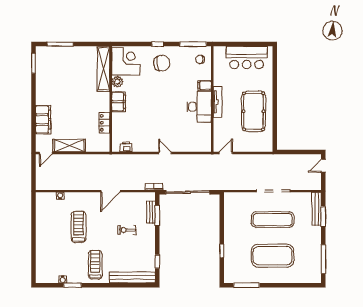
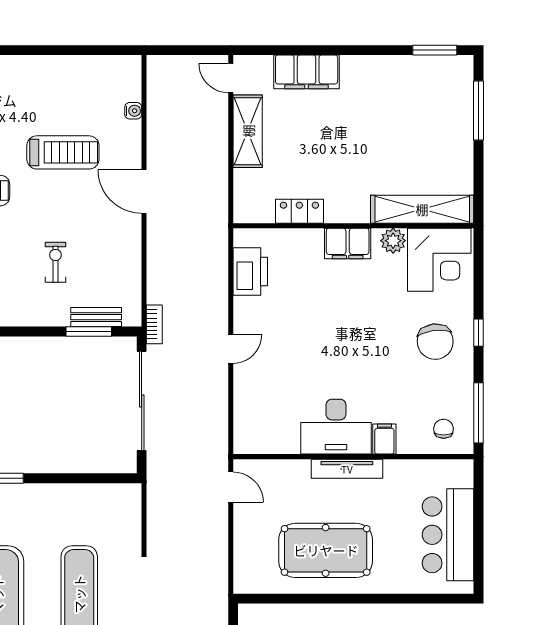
printer: (126, 147) -> (250, 272), width x1.87, depth x1.48
door: (110, 191) -> (144, 192), moved

